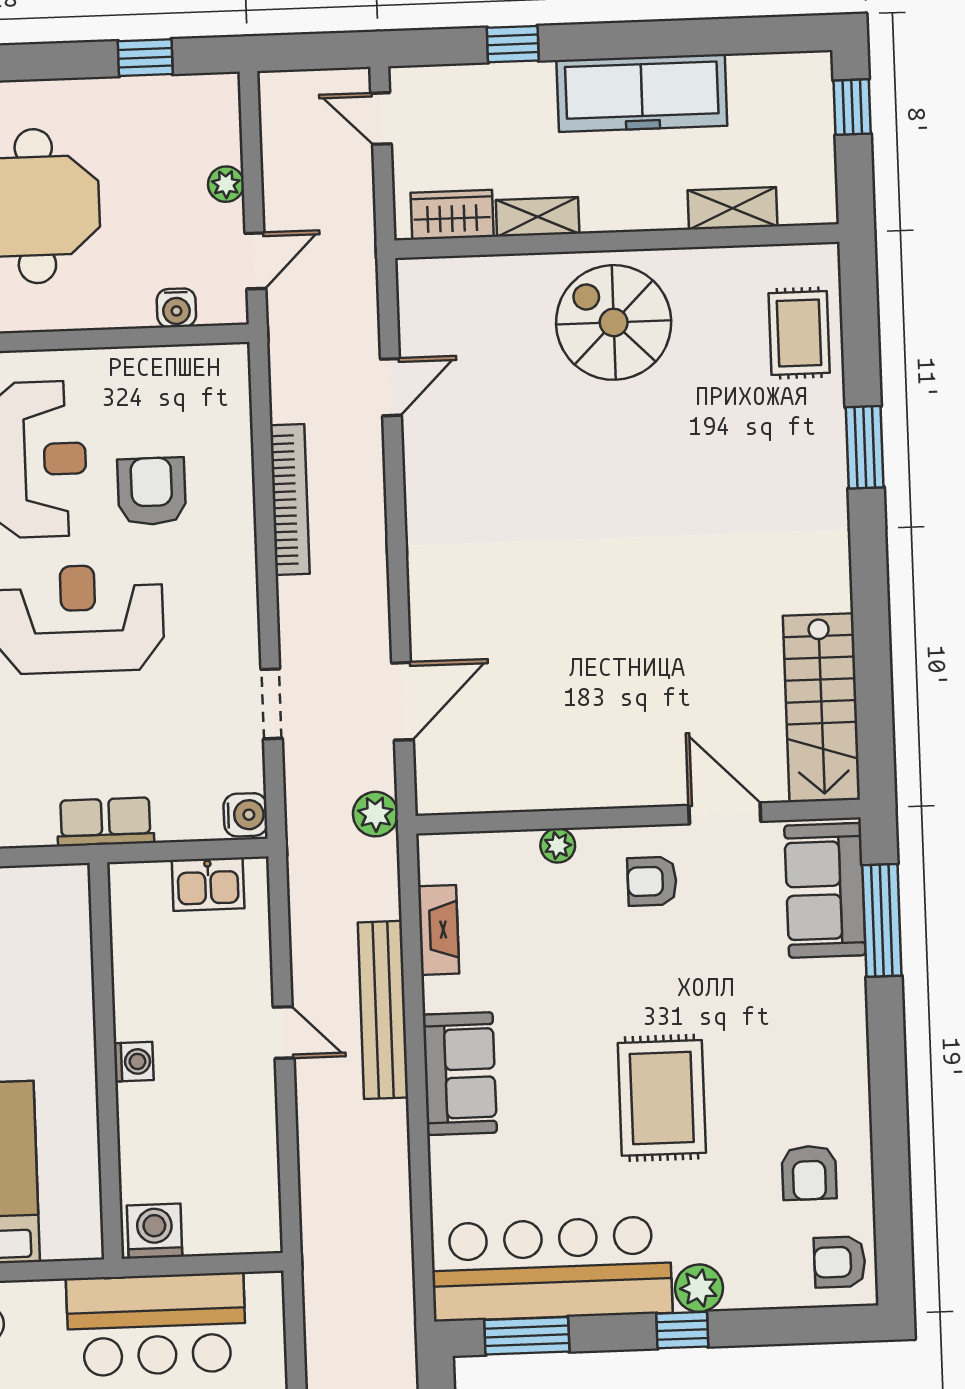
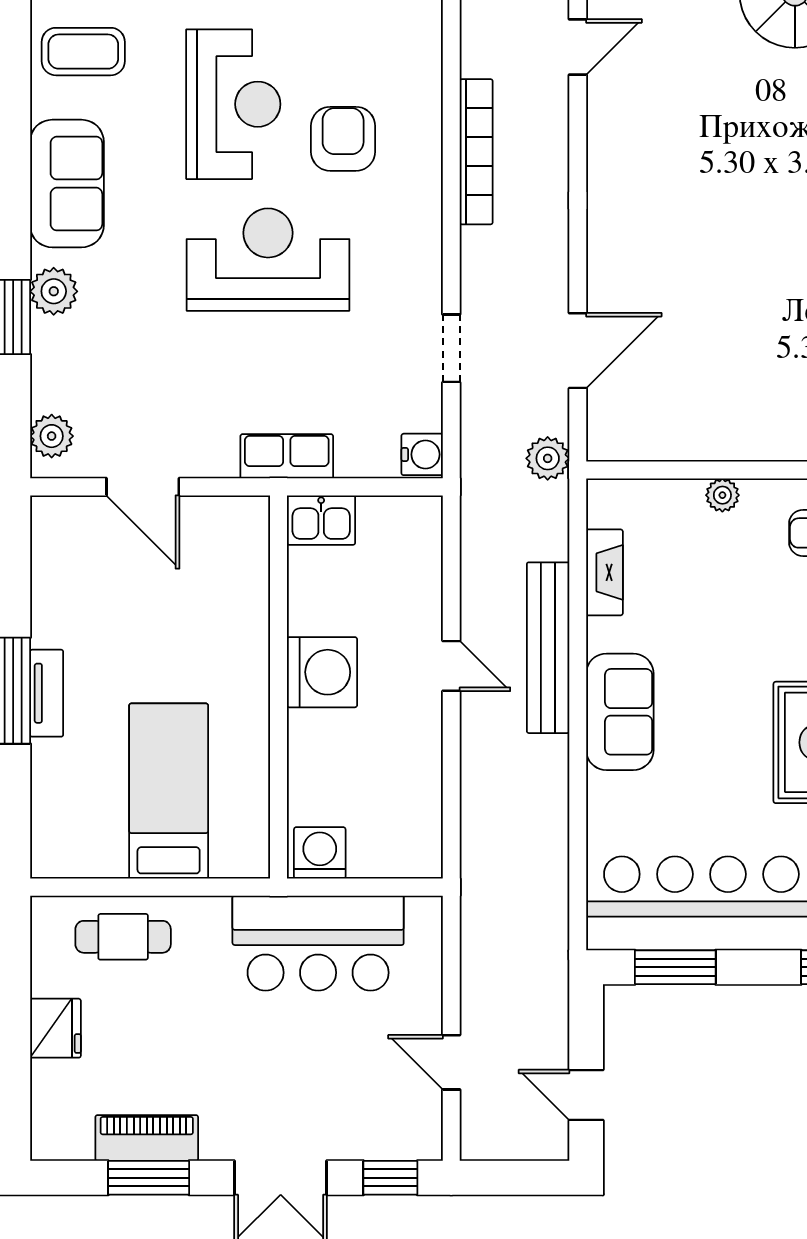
kitchen sink: (208, 884) -> (321, 520), moved
washing machine: (134, 1062) -> (322, 672), width x1.89, depth x1.89

